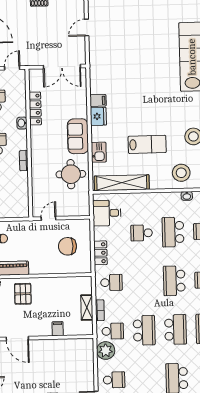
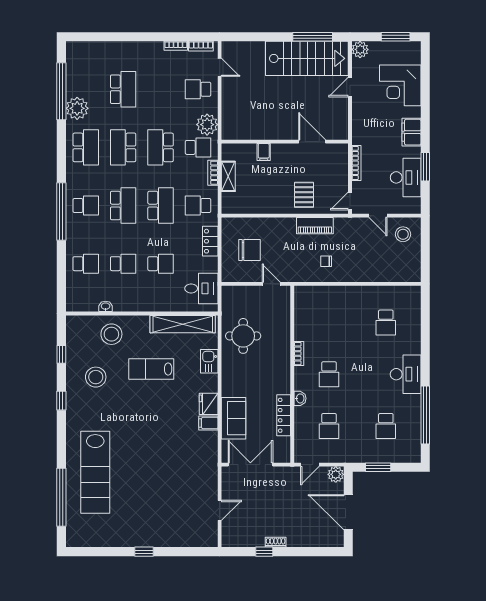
sofa: (78, 136) -> (234, 418), moved
door: (49, 218) -> (271, 284), swing flipped
school desk: (173, 232) -> (123, 264), width x0.54
school desk: (143, 282) -> (161, 206), added
school desk: (113, 331) -> (198, 147), turned 180

